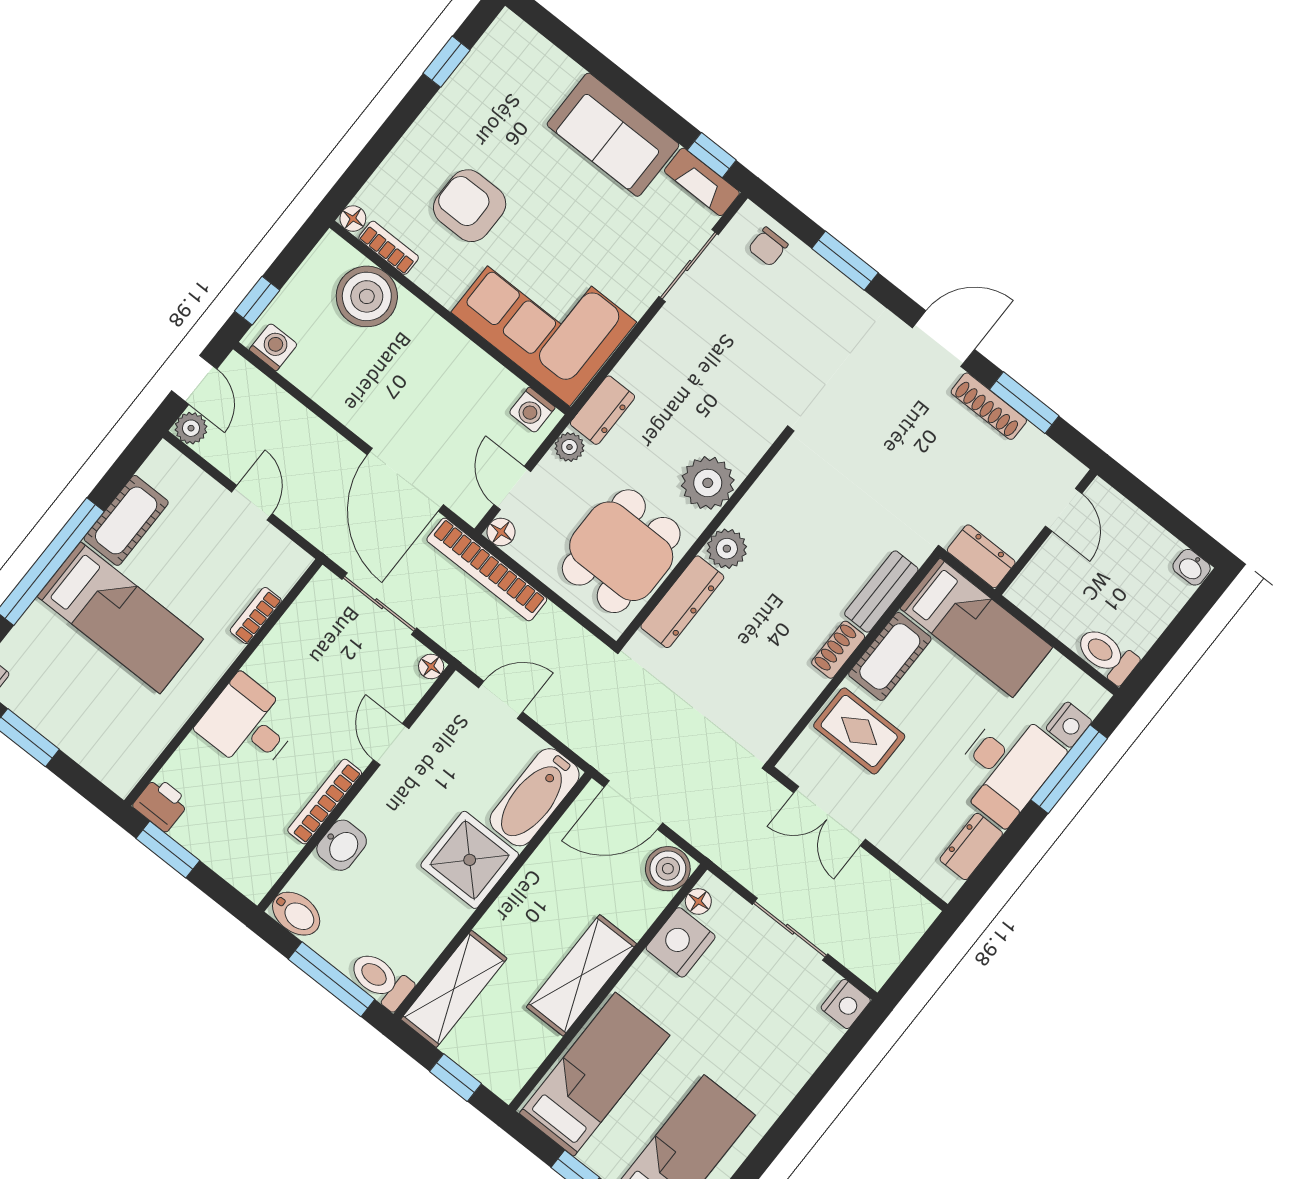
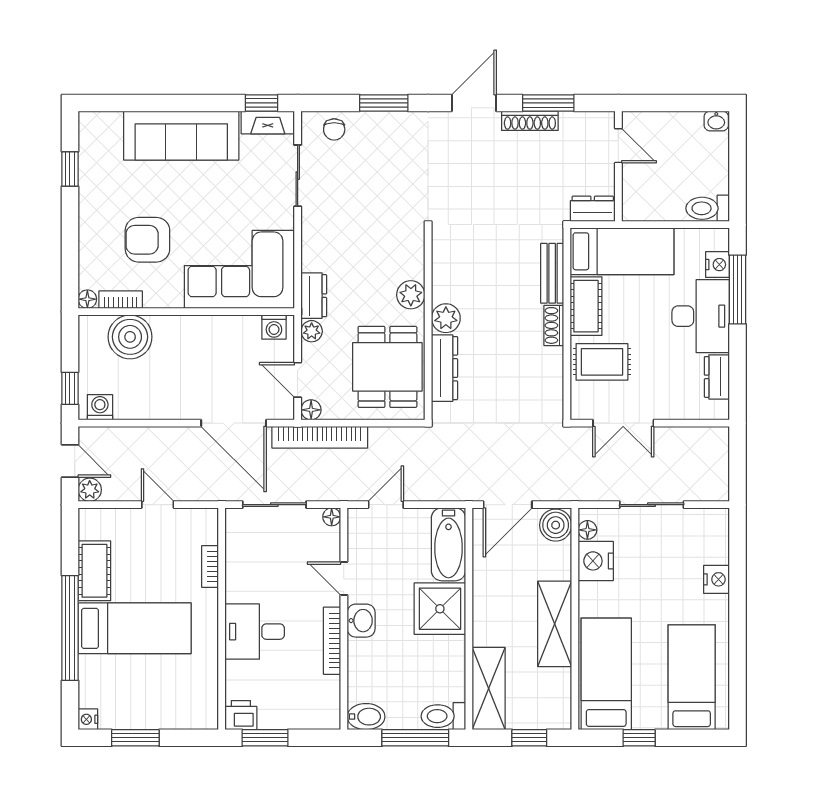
sofa: (613, 135) -> (181, 136), width x1.36
plant: (708, 483) -> (411, 295), width x0.73, depth x0.73
washbasin: (342, 845) -> (361, 621), moved
nightstand: (846, 1004) -> (716, 579), moved

